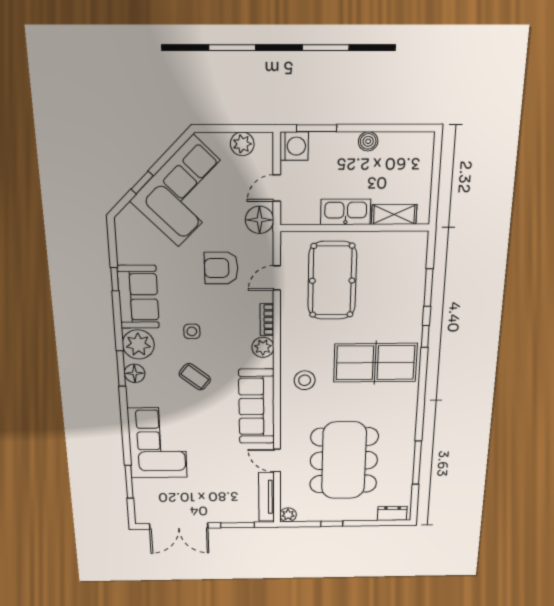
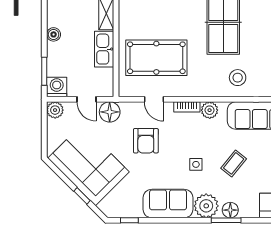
plant: (242, 144) -> (55, 110), moved
window: (115, 279) -> (129, 220), moved

